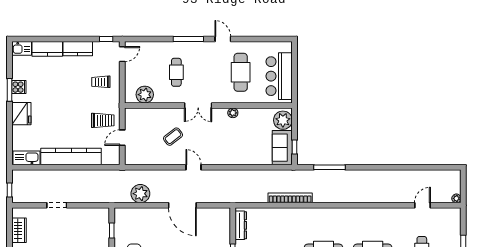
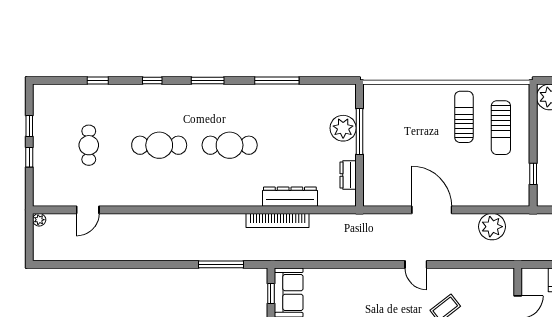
dresser: (281, 215) -> (290, 197), added
dresser: (241, 225) -> (348, 175), width x0.70

